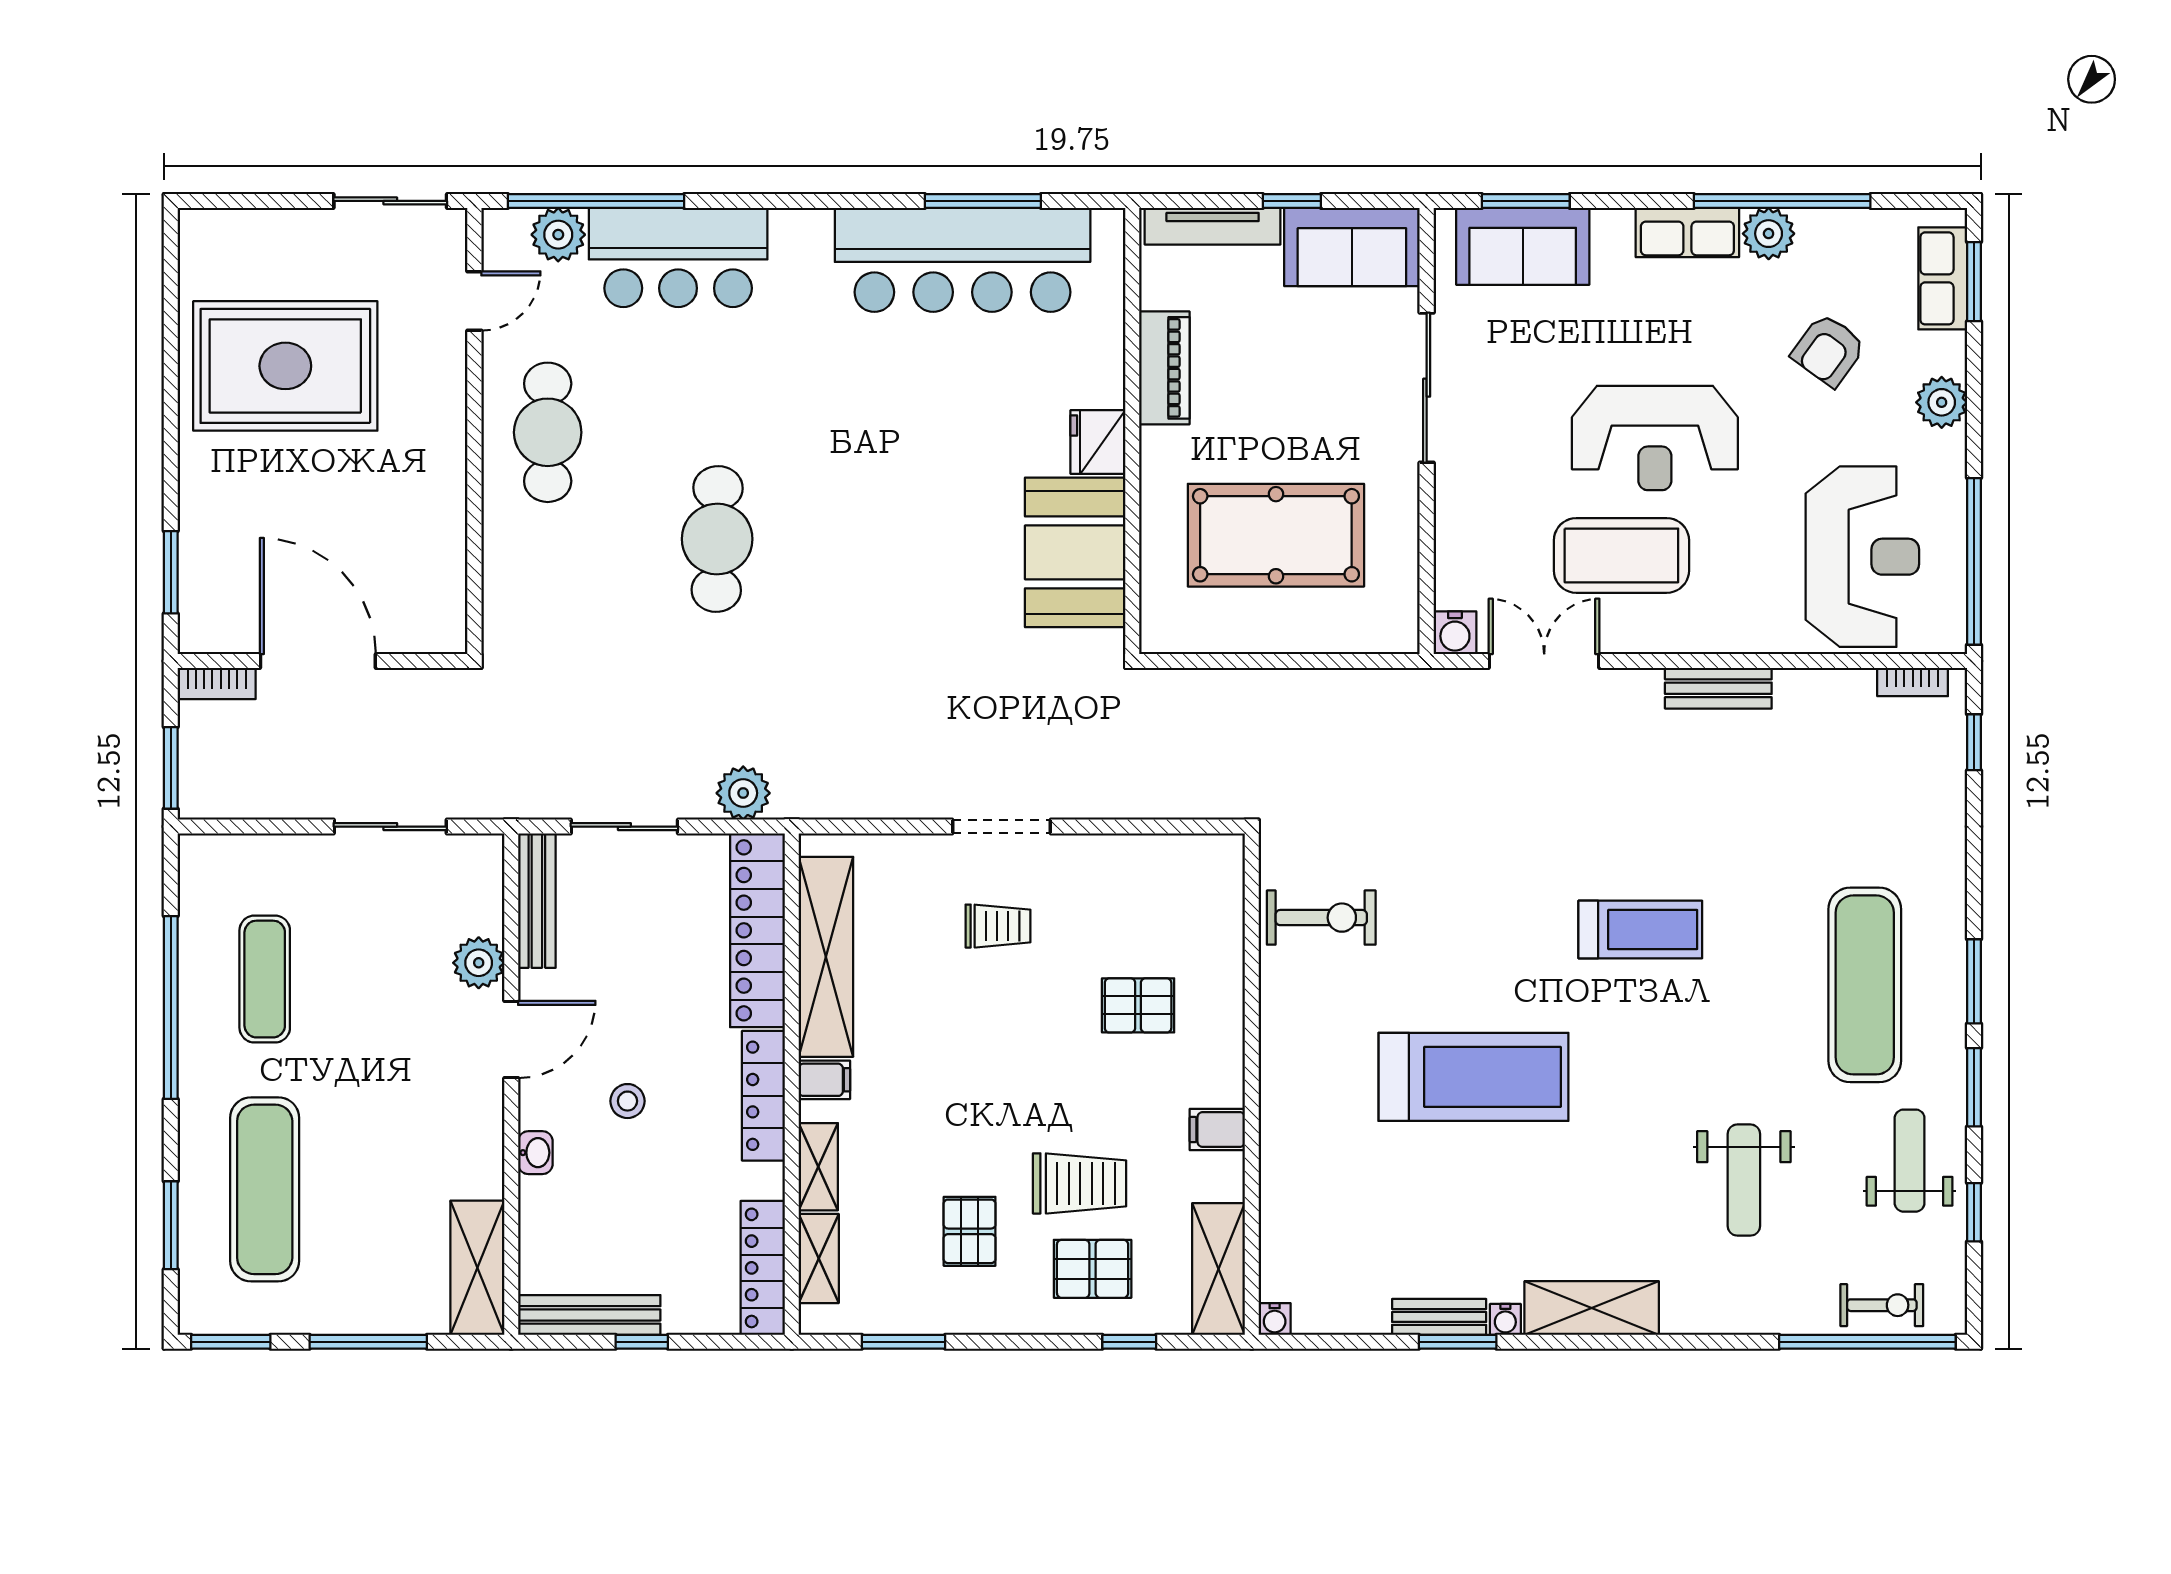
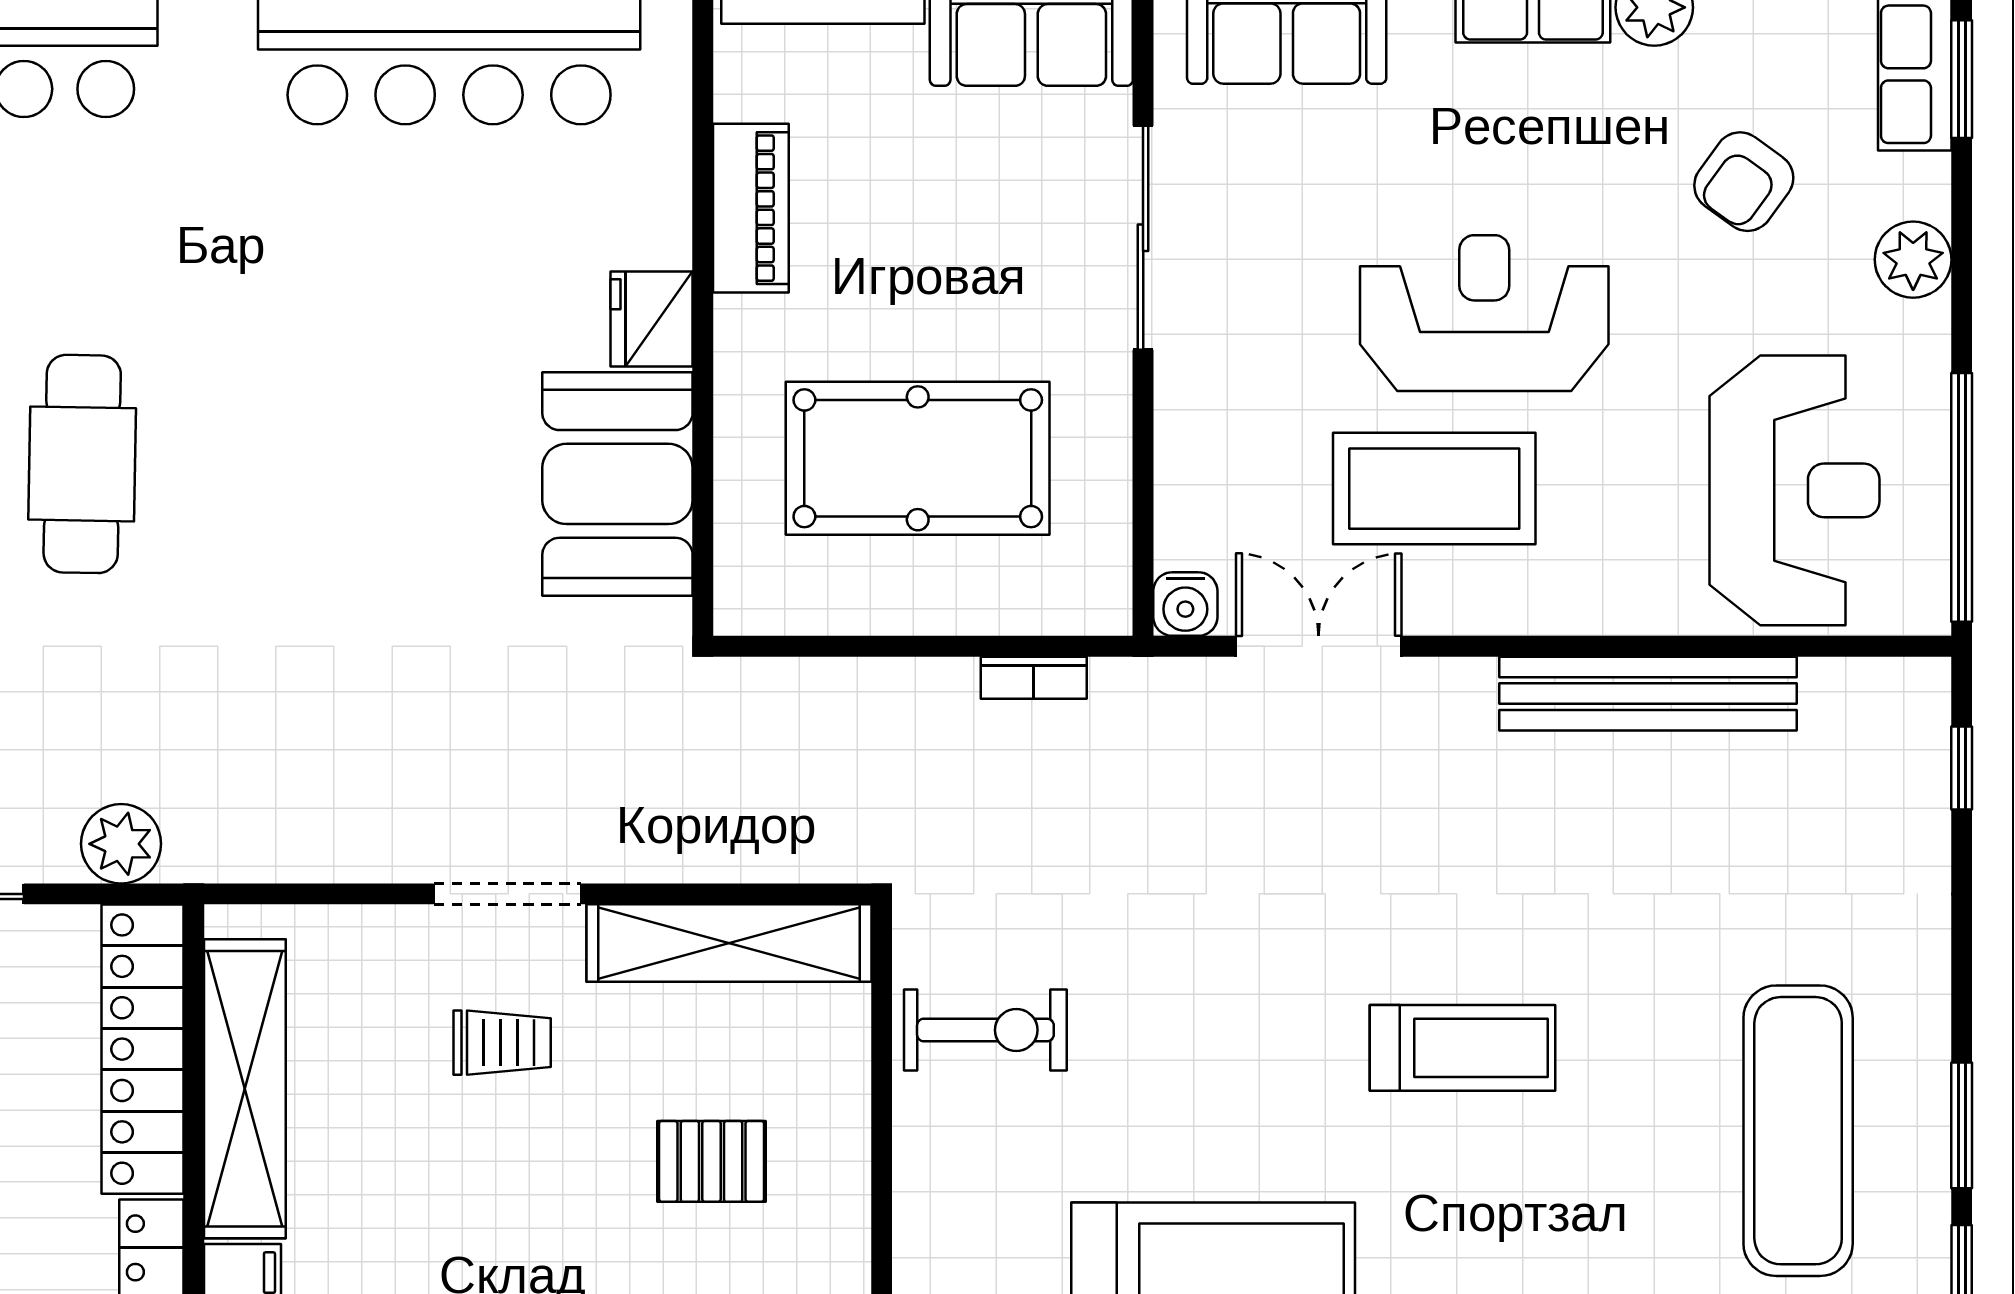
reception desk: (1655, 438) -> (1484, 313), turned 180
bookcase: (1913, 682) -> (1034, 678), moved
bench: (1718, 688) -> (1648, 694), width x1.86, depth x1.21
shelving: (1150, 859) -> (729, 943), added

